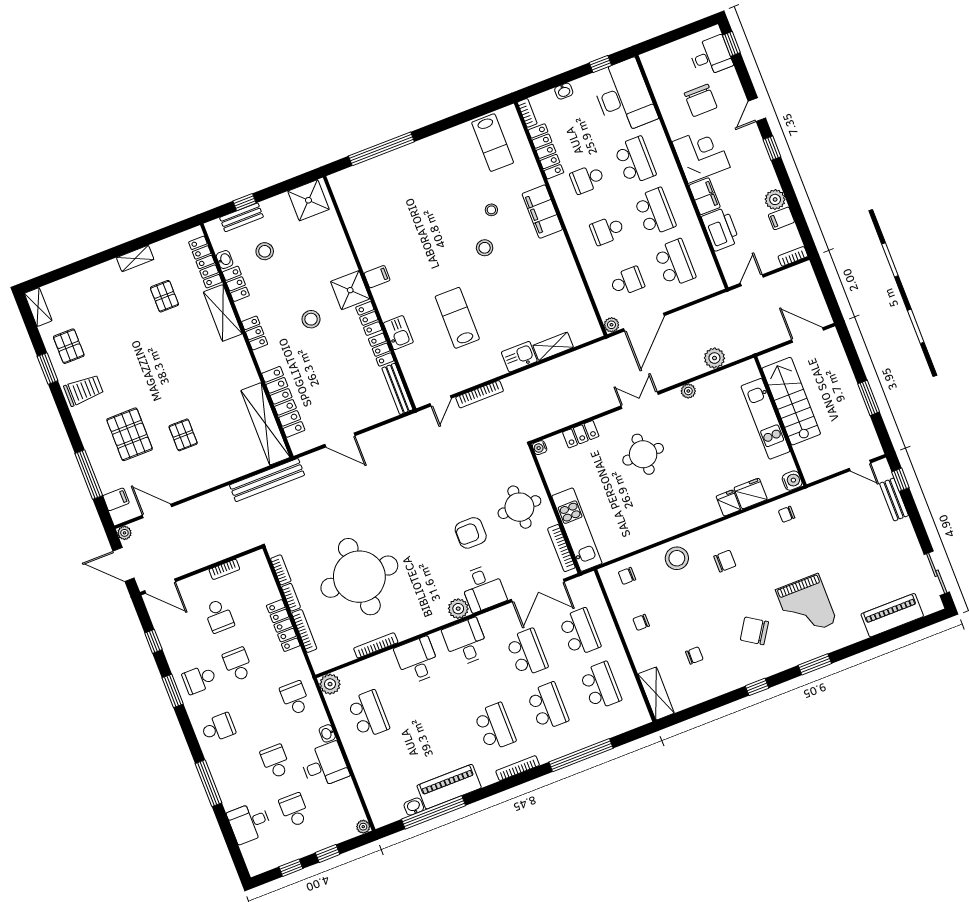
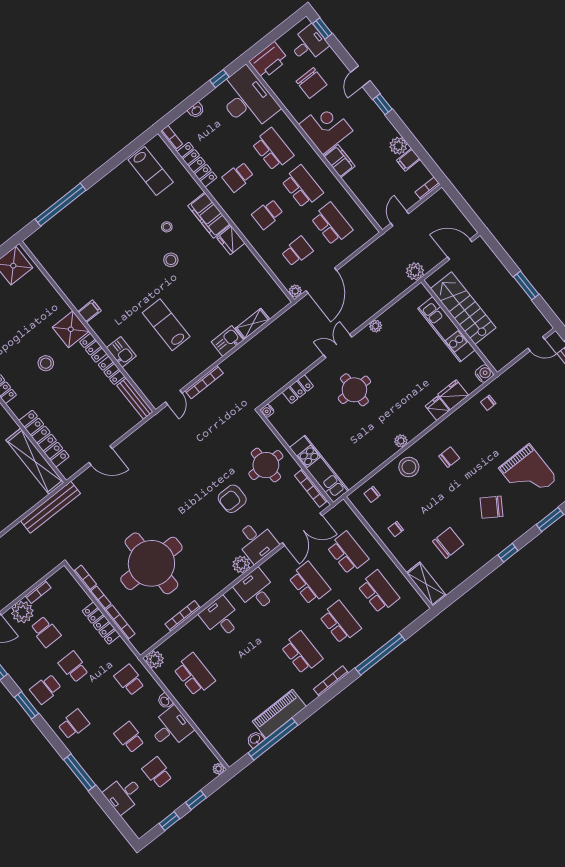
printer: (720, 229) -> (269, 61), moved, turned 90
fridge: (558, 247) -> (231, 240), added
plant: (714, 358) -> (415, 271), moved
plant: (677, 527) -> (401, 441), added
plant: (200, 586) -> (22, 612), added
chair: (694, 656) -> (448, 543), width x1.87, depth x1.87

